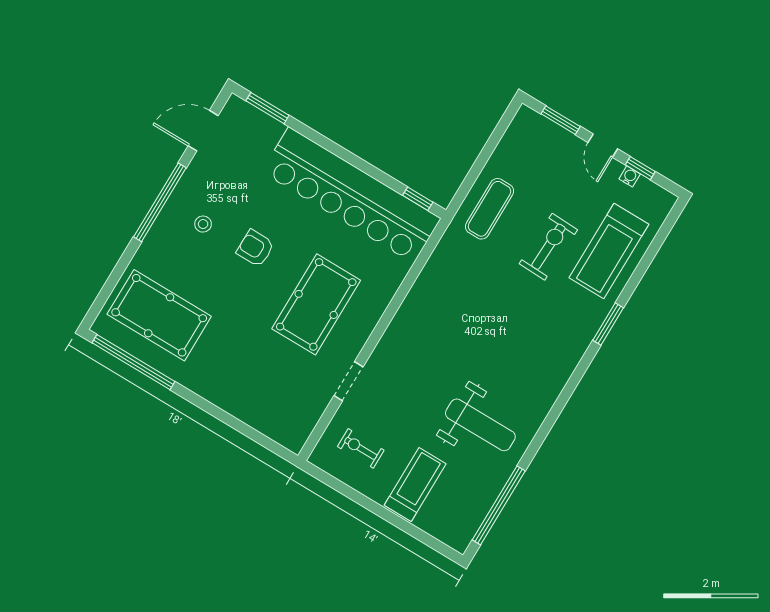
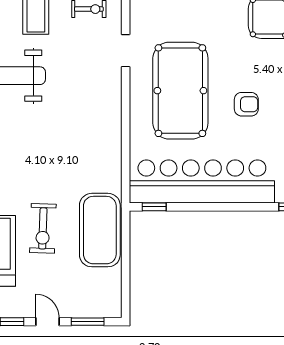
water cooler: (630, 176) -> (16, 311), removed
exercise mat: (490, 209) -> (100, 230), width x2.00, depth x1.45
pool table: (316, 304) -> (180, 91), width x1.36, depth x1.32

